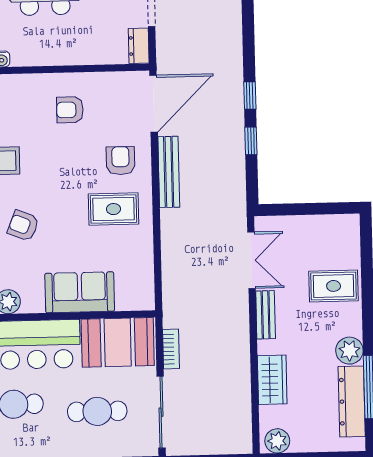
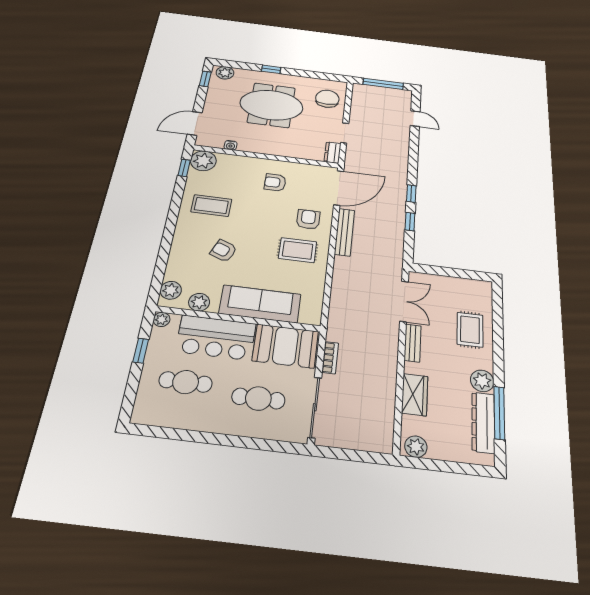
rug: (334, 286) -> (470, 330), turned 90
sofa: (80, 292) -> (260, 304), width x1.36

